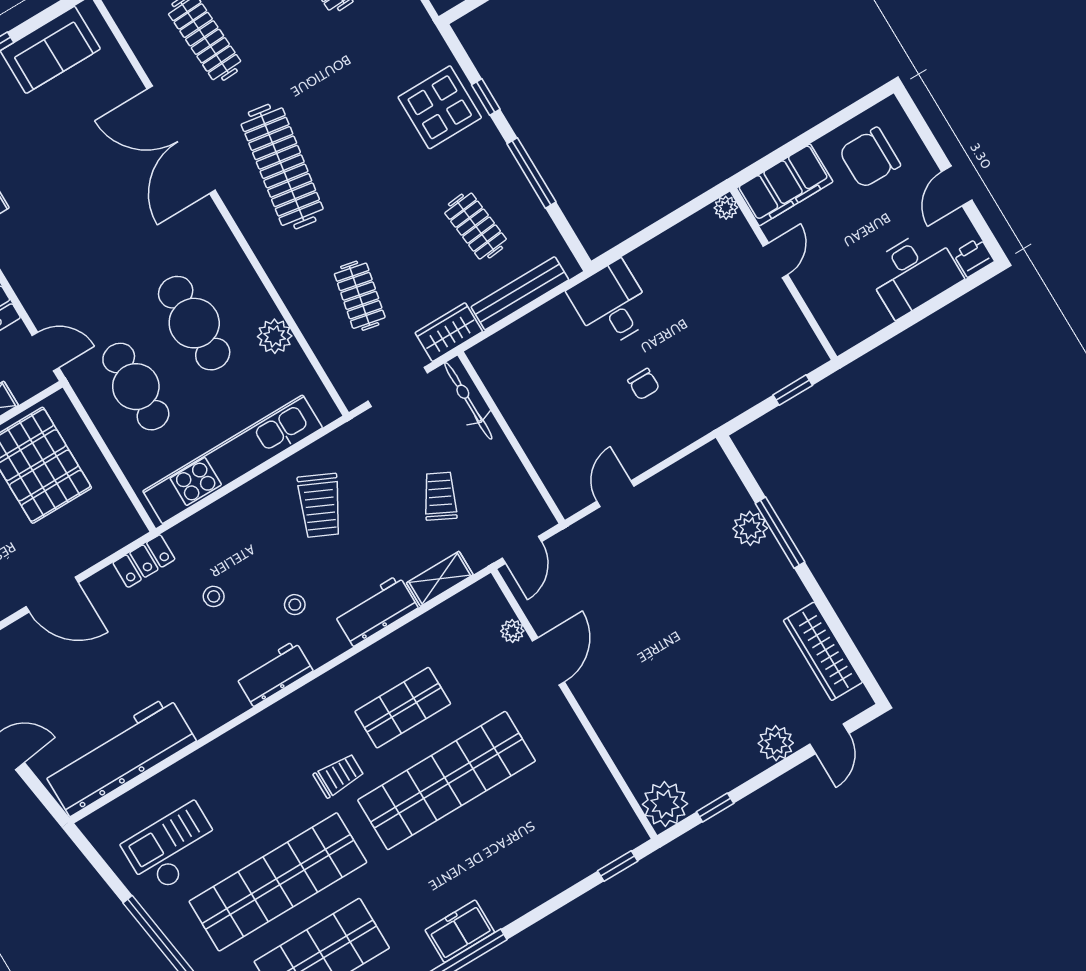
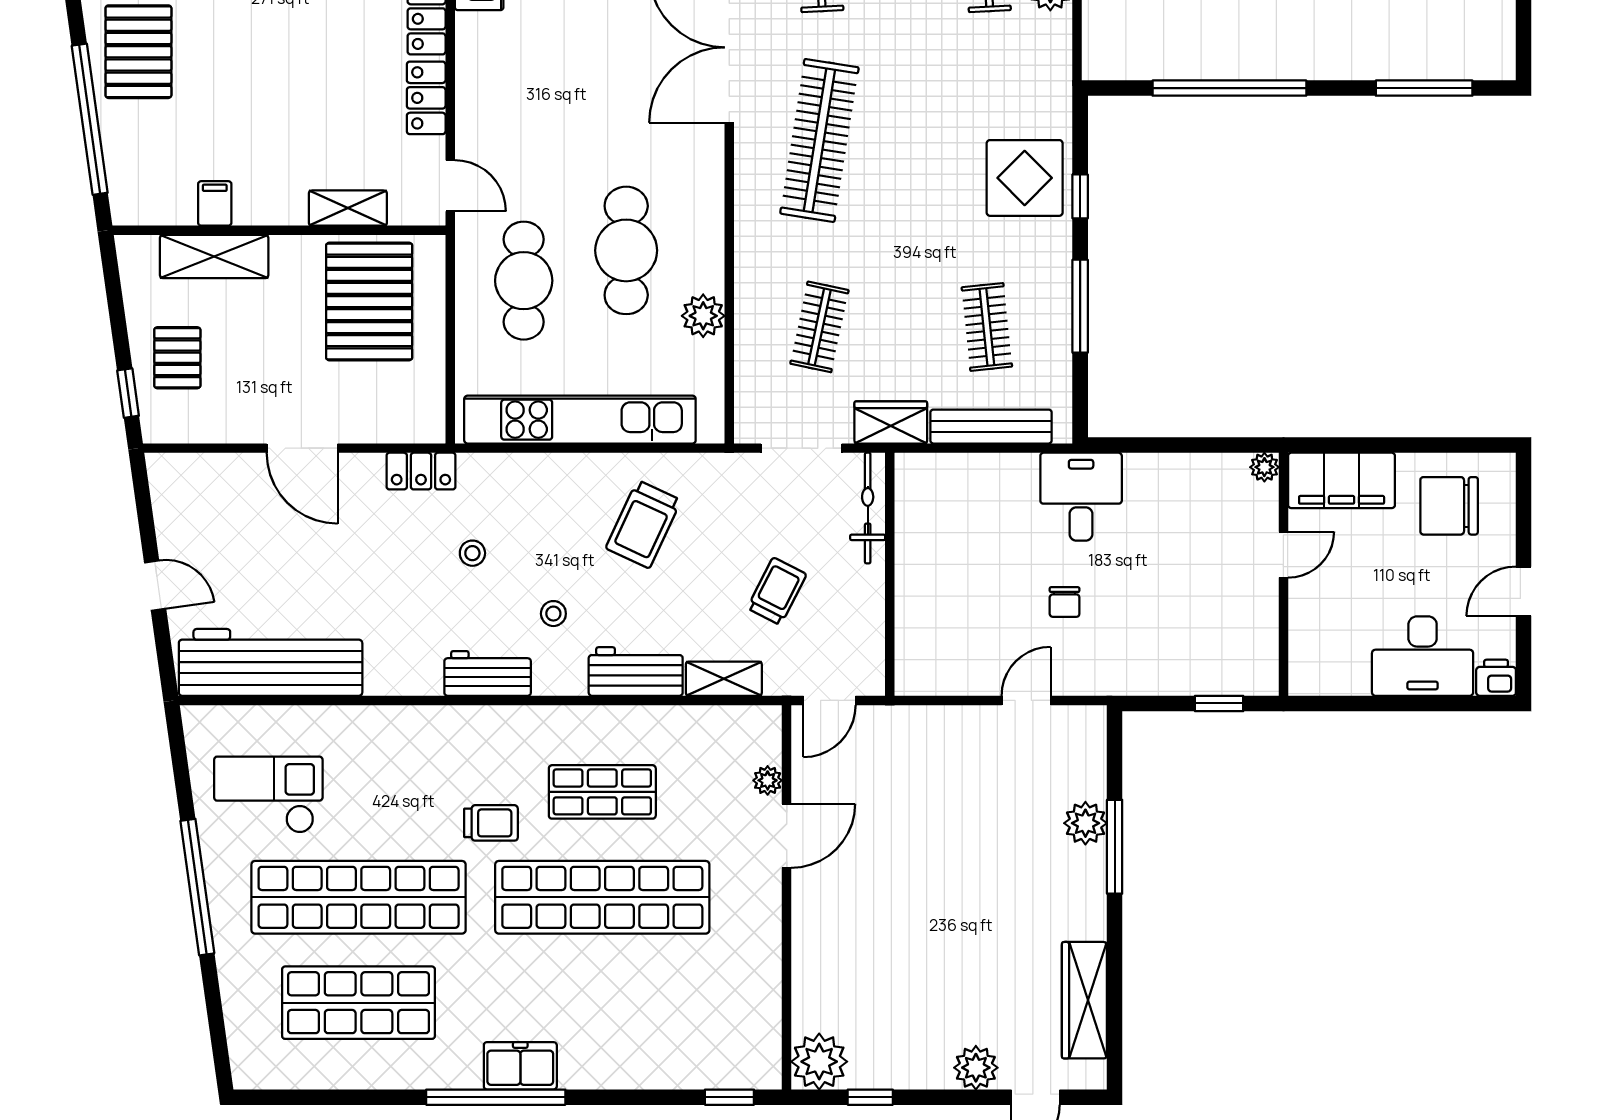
door: (615, 494) -> (1026, 700), moved

